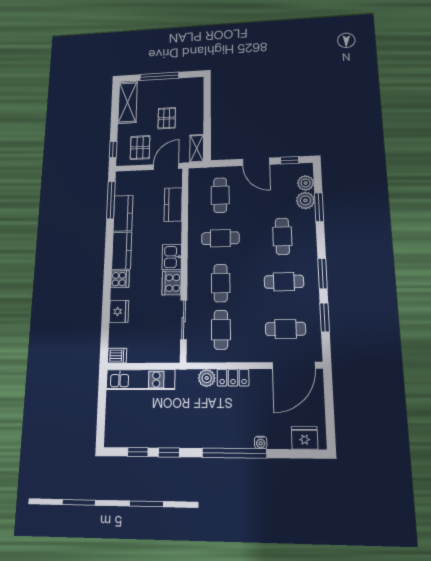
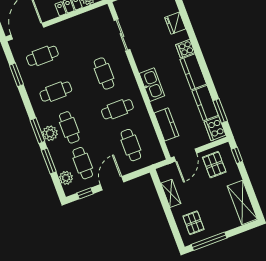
window: (159, 76) -> (209, 241), moved
pallet: (167, 118) -> (193, 223), moved
shelving: (197, 148) -> (171, 193), moved
door: (256, 162) -> (112, 183), hinge flipped
window: (111, 200) -> (220, 111), width x0.69
plant: (305, 200) -> (50, 133), moved
kitchen sink: (172, 257) -> (152, 85), width x1.38
window: (322, 273) -> (37, 131), moved
cooker: (172, 283) -> (215, 129), moved, turned 180
cafe table: (221, 330) -> (83, 163), moved

